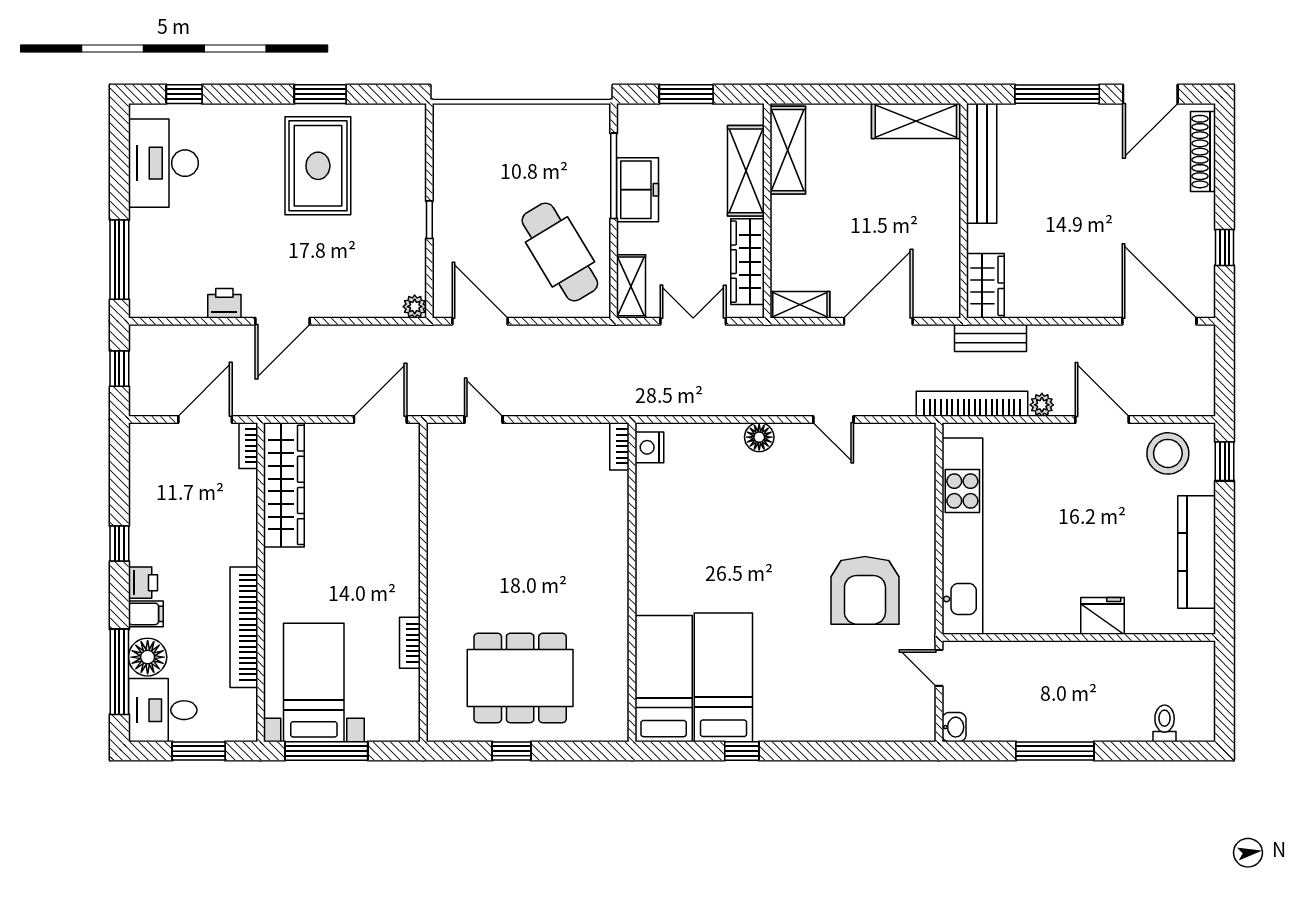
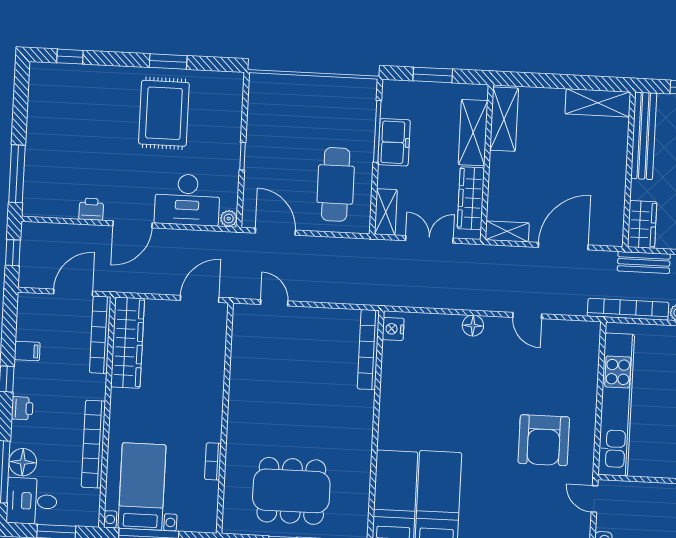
desk: (163, 163) -> (187, 200), moved, turned -90
cafe table: (560, 252) -> (336, 184), turned 31
bookcase: (248, 446) -> (100, 335), width x2.31, depth x1.31
bookcase: (619, 446) -> (368, 350), width x2.31, depth x1.31
filing cabinet: (146, 614) -> (27, 351), moved

